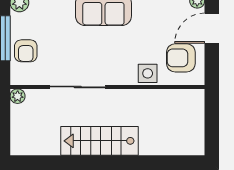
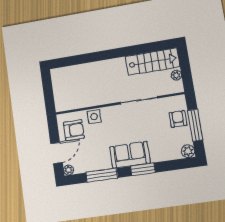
plant: (18, 96) -> (176, 75), moved
stairs: (99, 141) -> (152, 62), moved

